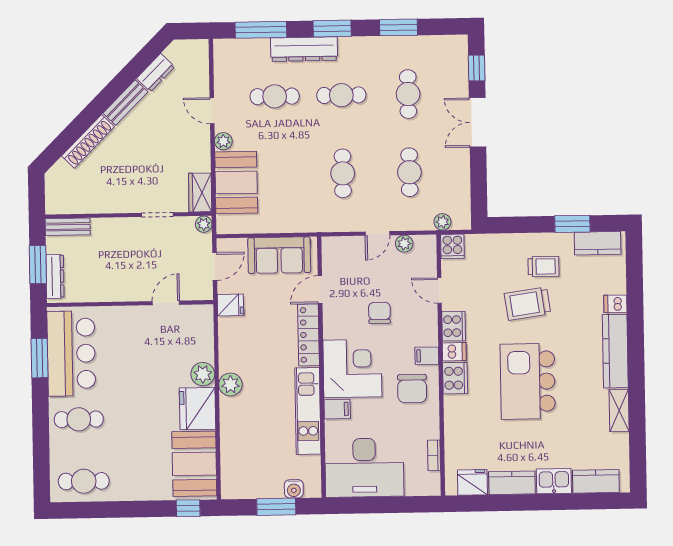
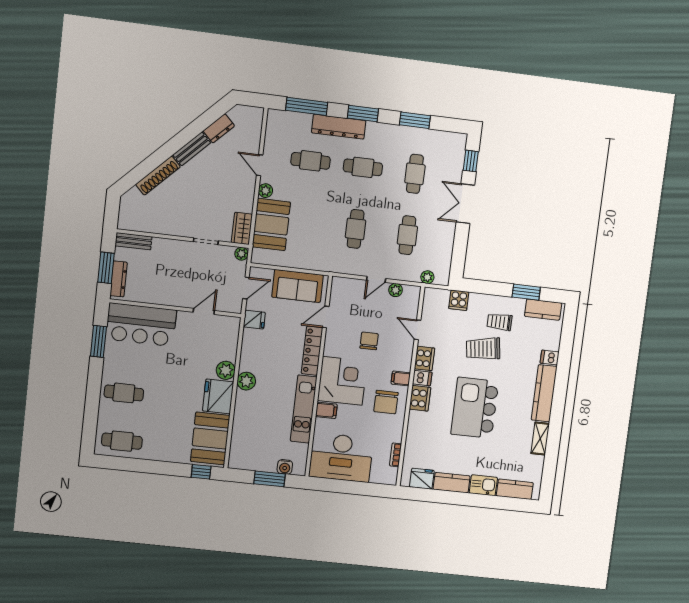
cooker: (452, 246) -> (459, 300), moved
trolley: (544, 266) -> (500, 322), turned 180
bar counter: (71, 353) -> (141, 325), moved, turned 90

